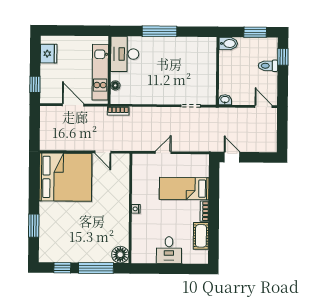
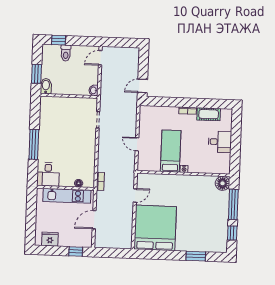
window: (255, 32) -> (36, 74), moved
desk: (125, 54) -> (48, 174), width x0.73
bed: (184, 188) -> (171, 151), moved, turned 180

